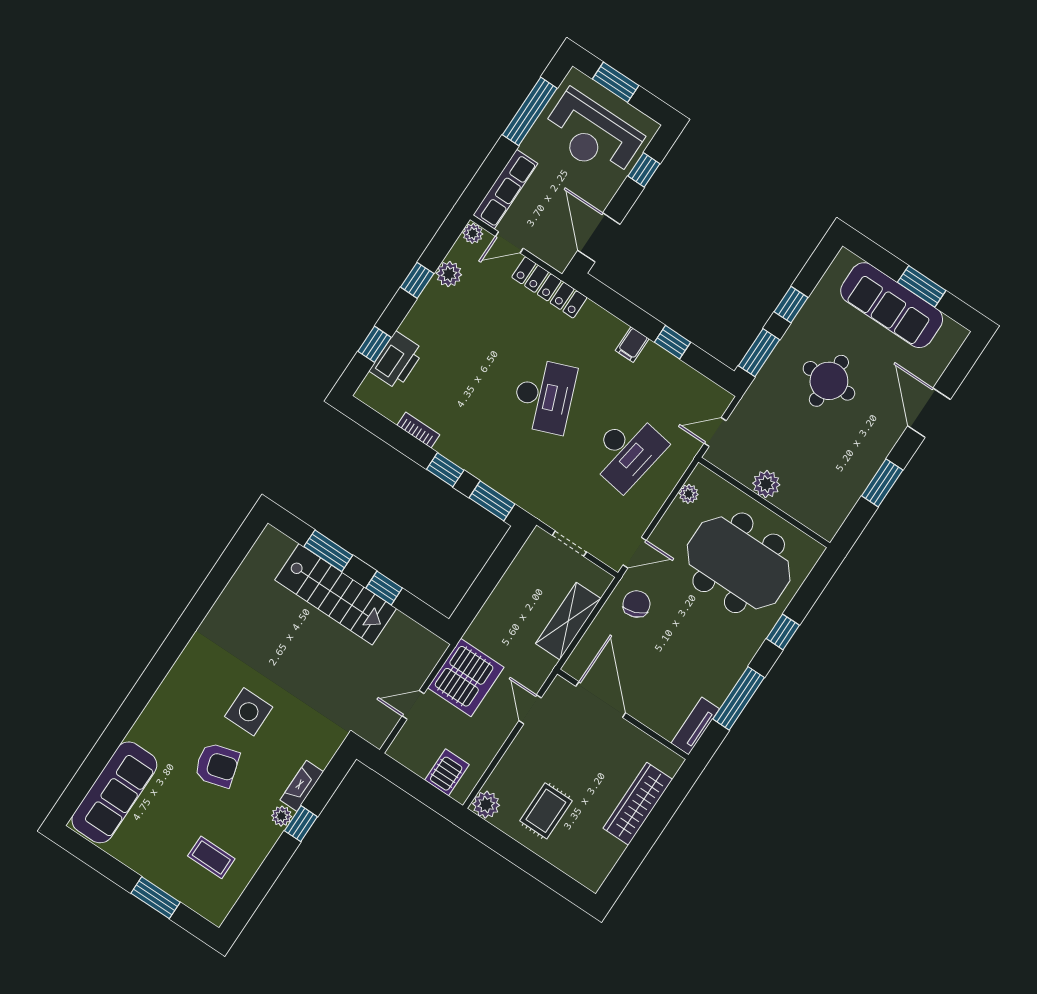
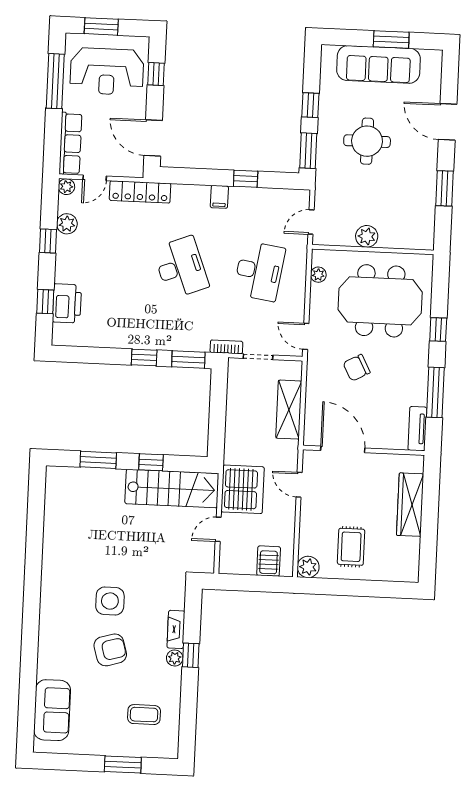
bookcase: (418, 430) -> (226, 347), moved
door: (635, 553) -> (306, 336), swing flipped
stairs: (336, 594) -> (172, 489), moved
chair: (636, 604) -> (357, 368), moved, turned -97
sofa: (114, 792) -> (52, 710), width x0.73

